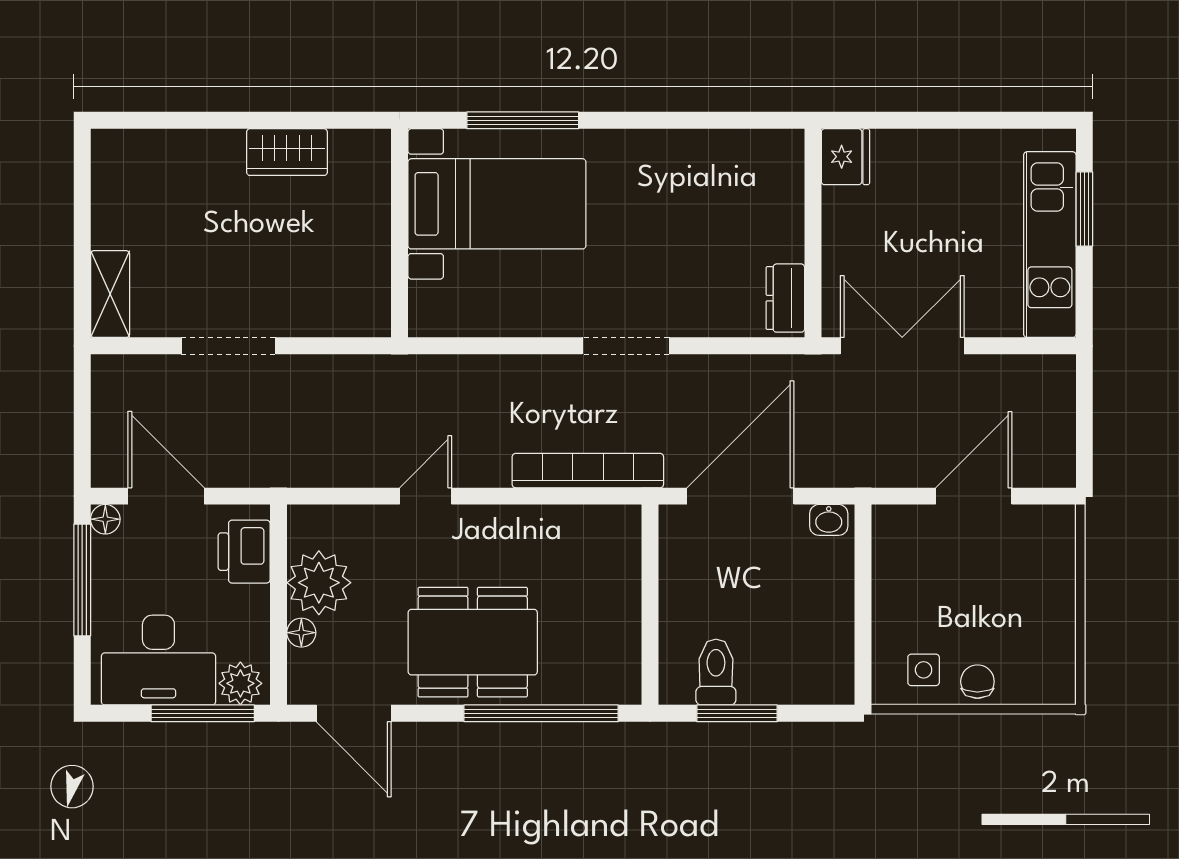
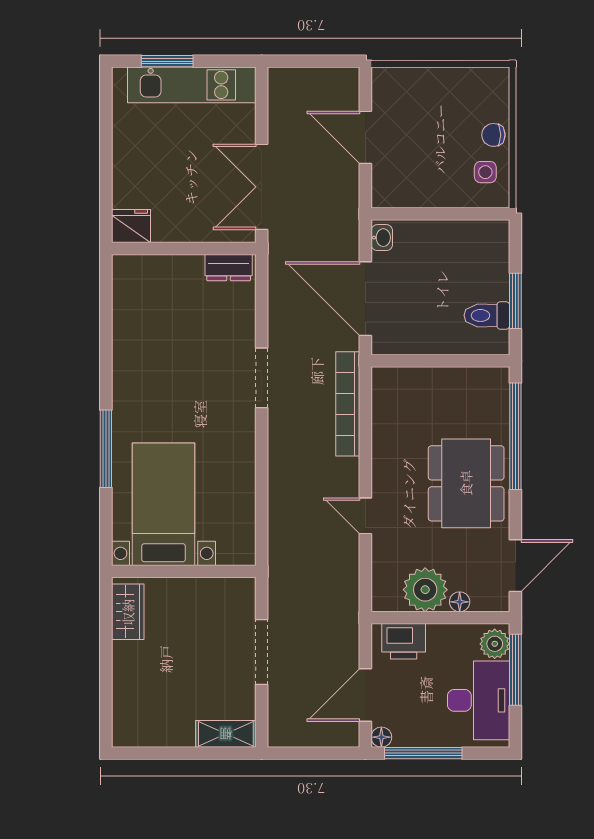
bed with nightstands: (497, 204) -> (164, 504), moved
wall: (400, 233) -> (184, 571), moved

